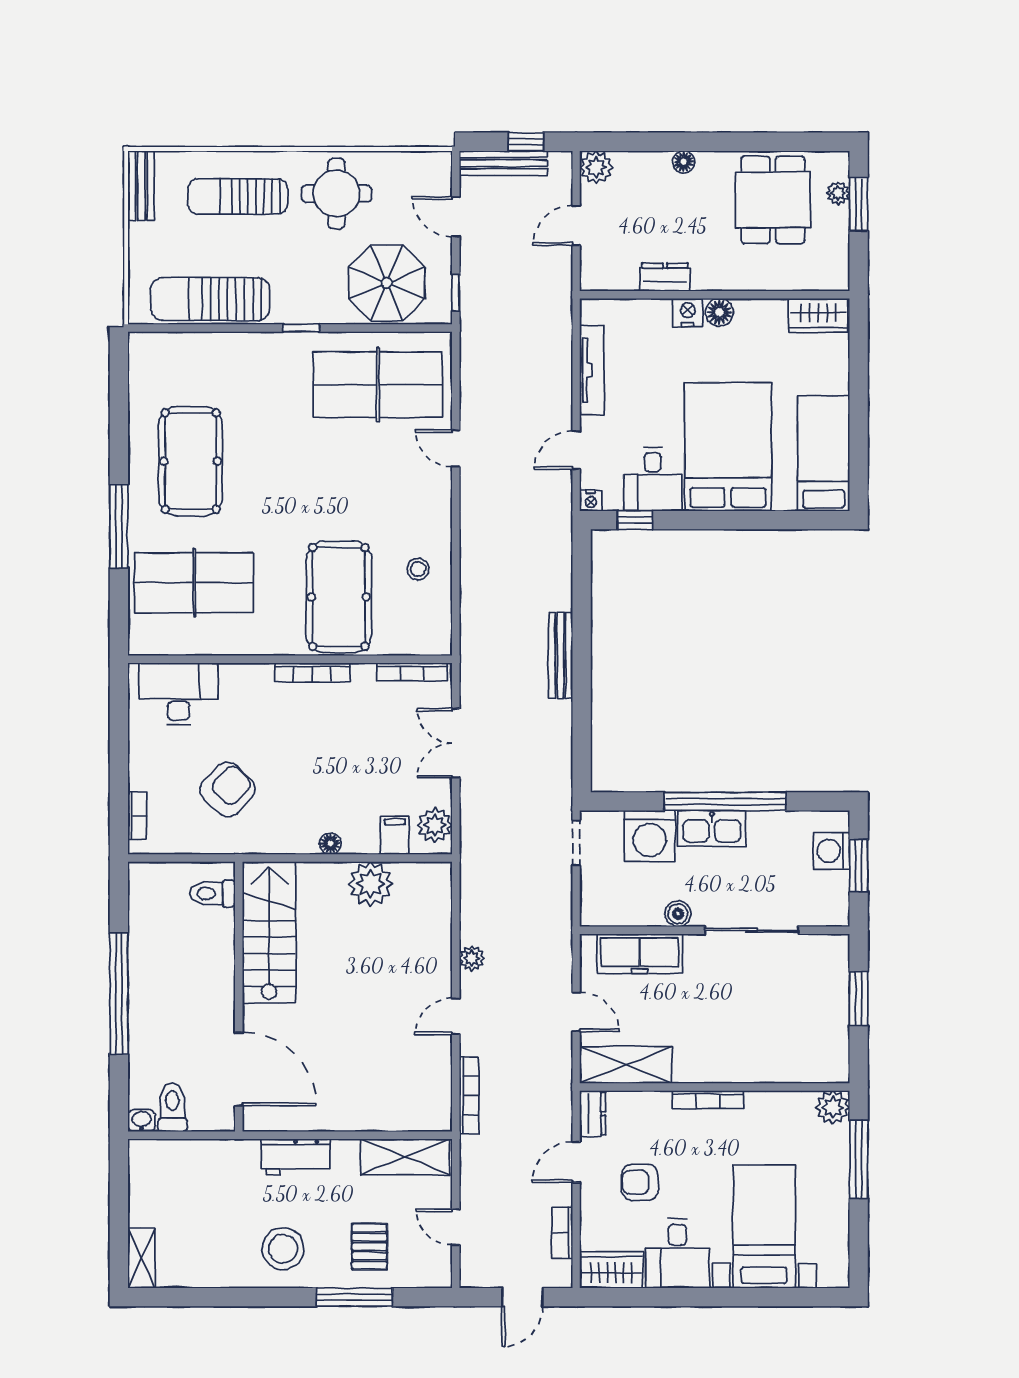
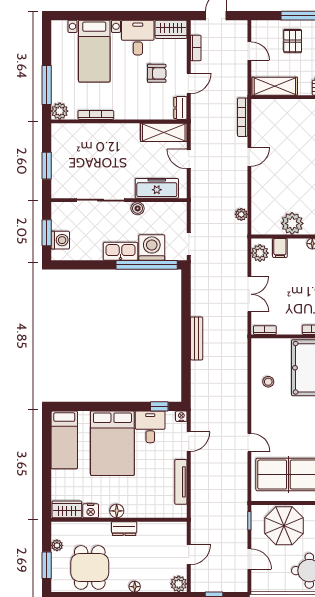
bench: (503, 163) -> (225, 586), removed
plant: (838, 193) -> (57, 545), moved
dresser: (665, 277) -> (124, 529), moved
nightstand: (688, 312) -> (91, 511), moved
bookcase: (412, 672) -> (265, 330), width x0.64
window: (725, 801) -> (147, 265), moved
plant: (472, 958) -> (241, 214), moved
bookcase: (708, 1100) -> (96, 115), moved

